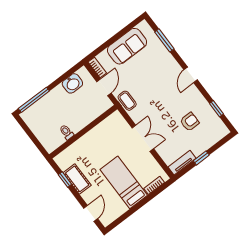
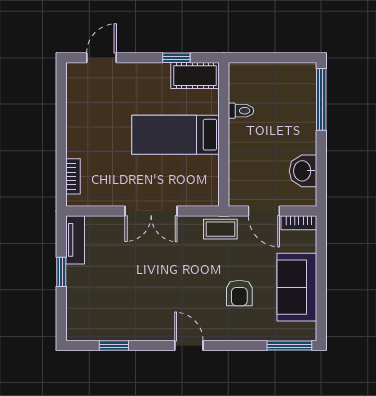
window: (164, 40) -> (289, 346), moved
armchair: (190, 122) -> (239, 293), moved
cot: (77, 179) -> (195, 76), moved
bed: (124, 182) -> (175, 135), moved, turned 180
door: (91, 213) -> (102, 58), swing flipped

